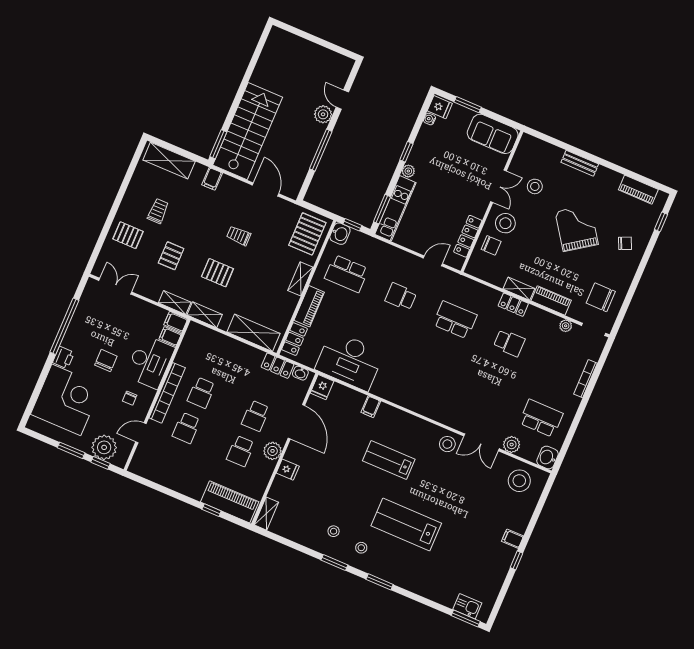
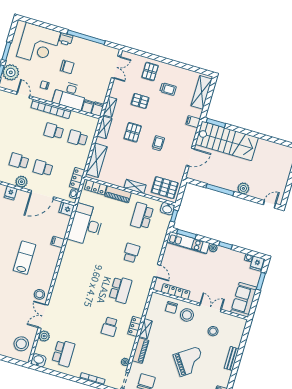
door: (342, 100) -> (269, 204), moved
double door: (498, 186) -> (210, 308), swing flipped
school desk: (186, 428) -> (78, 138), moved

